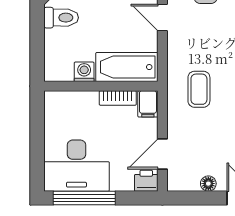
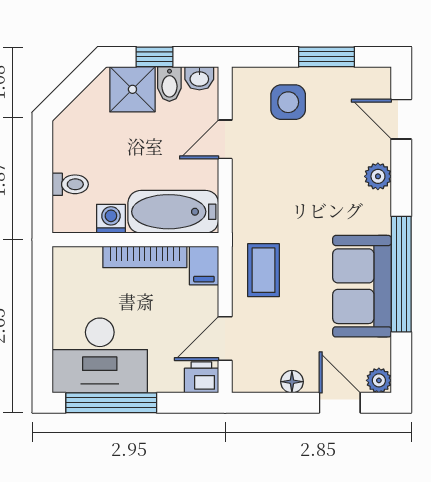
door: (162, 17) -> (225, 139), hinge flipped
toilet: (61, 18) -> (70, 184), moved, width x0.73, depth x0.72
coffee table: (199, 89) -> (263, 270), moved
bookcase: (118, 98) -> (145, 257), width x1.56

